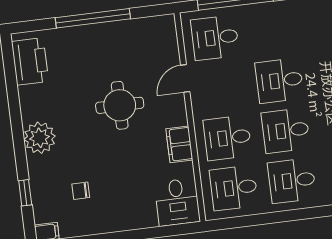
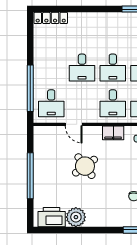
round table: (120, 105) -> (85, 166), turned -36
plant: (40, 138) -> (76, 217), moved

